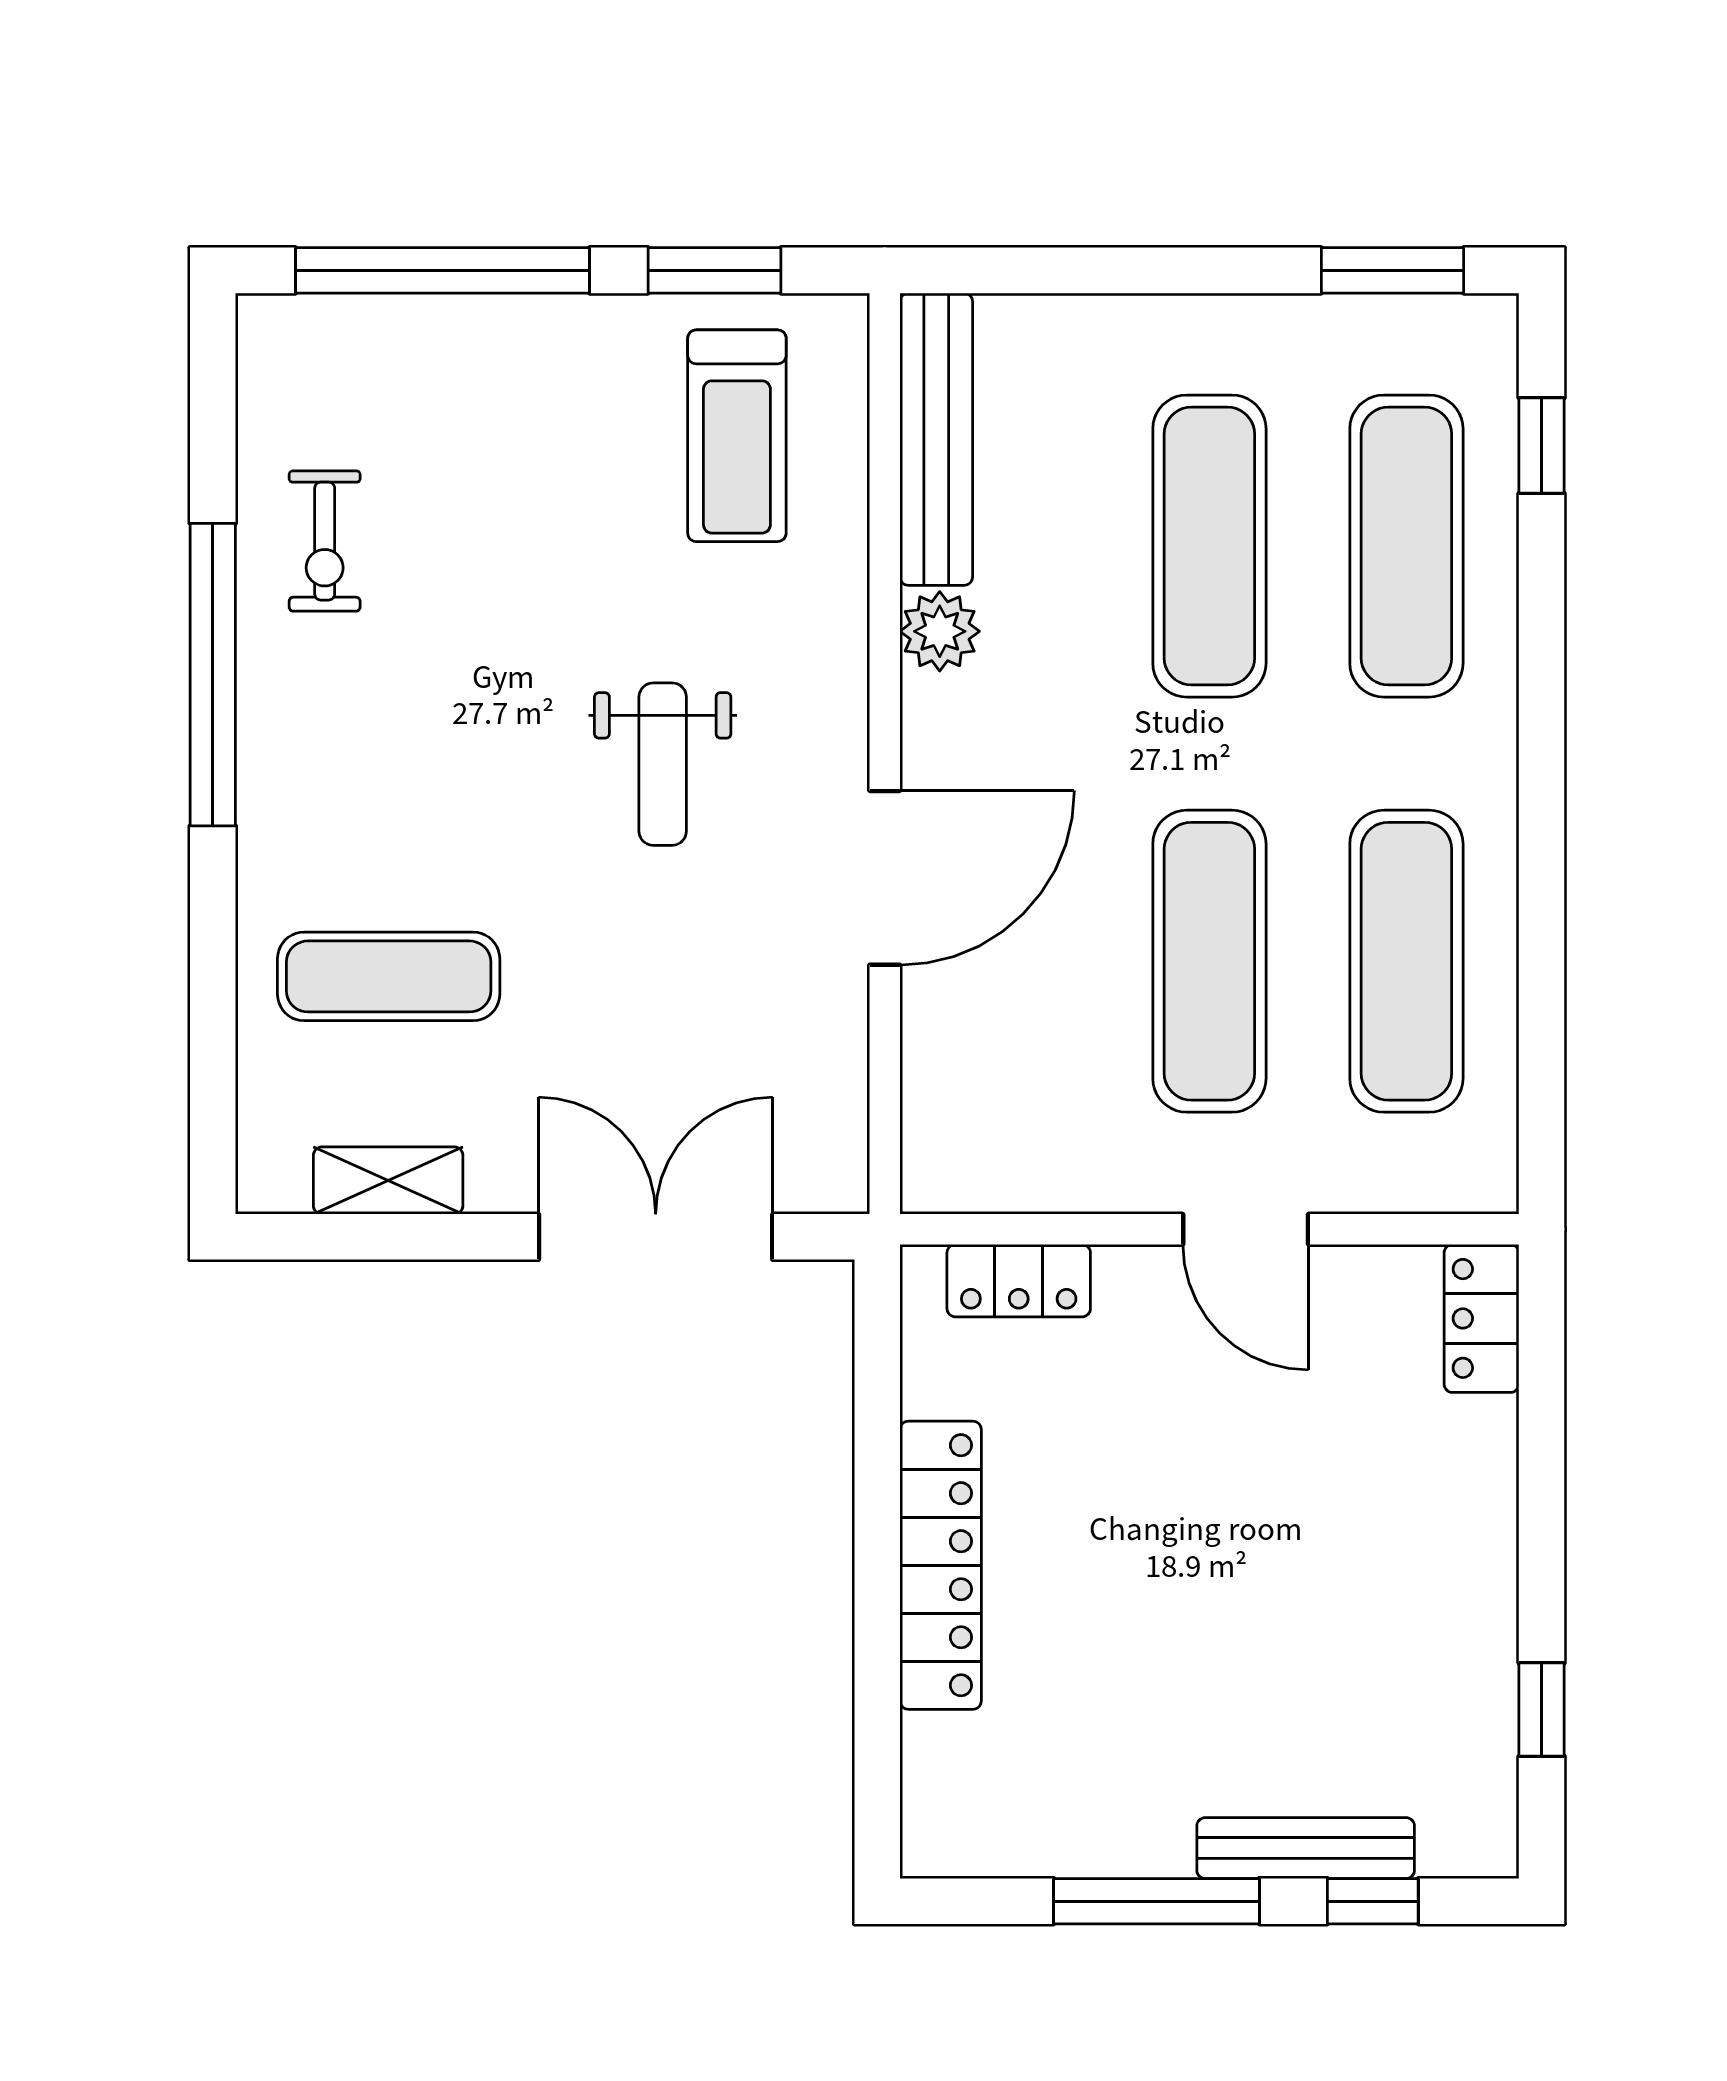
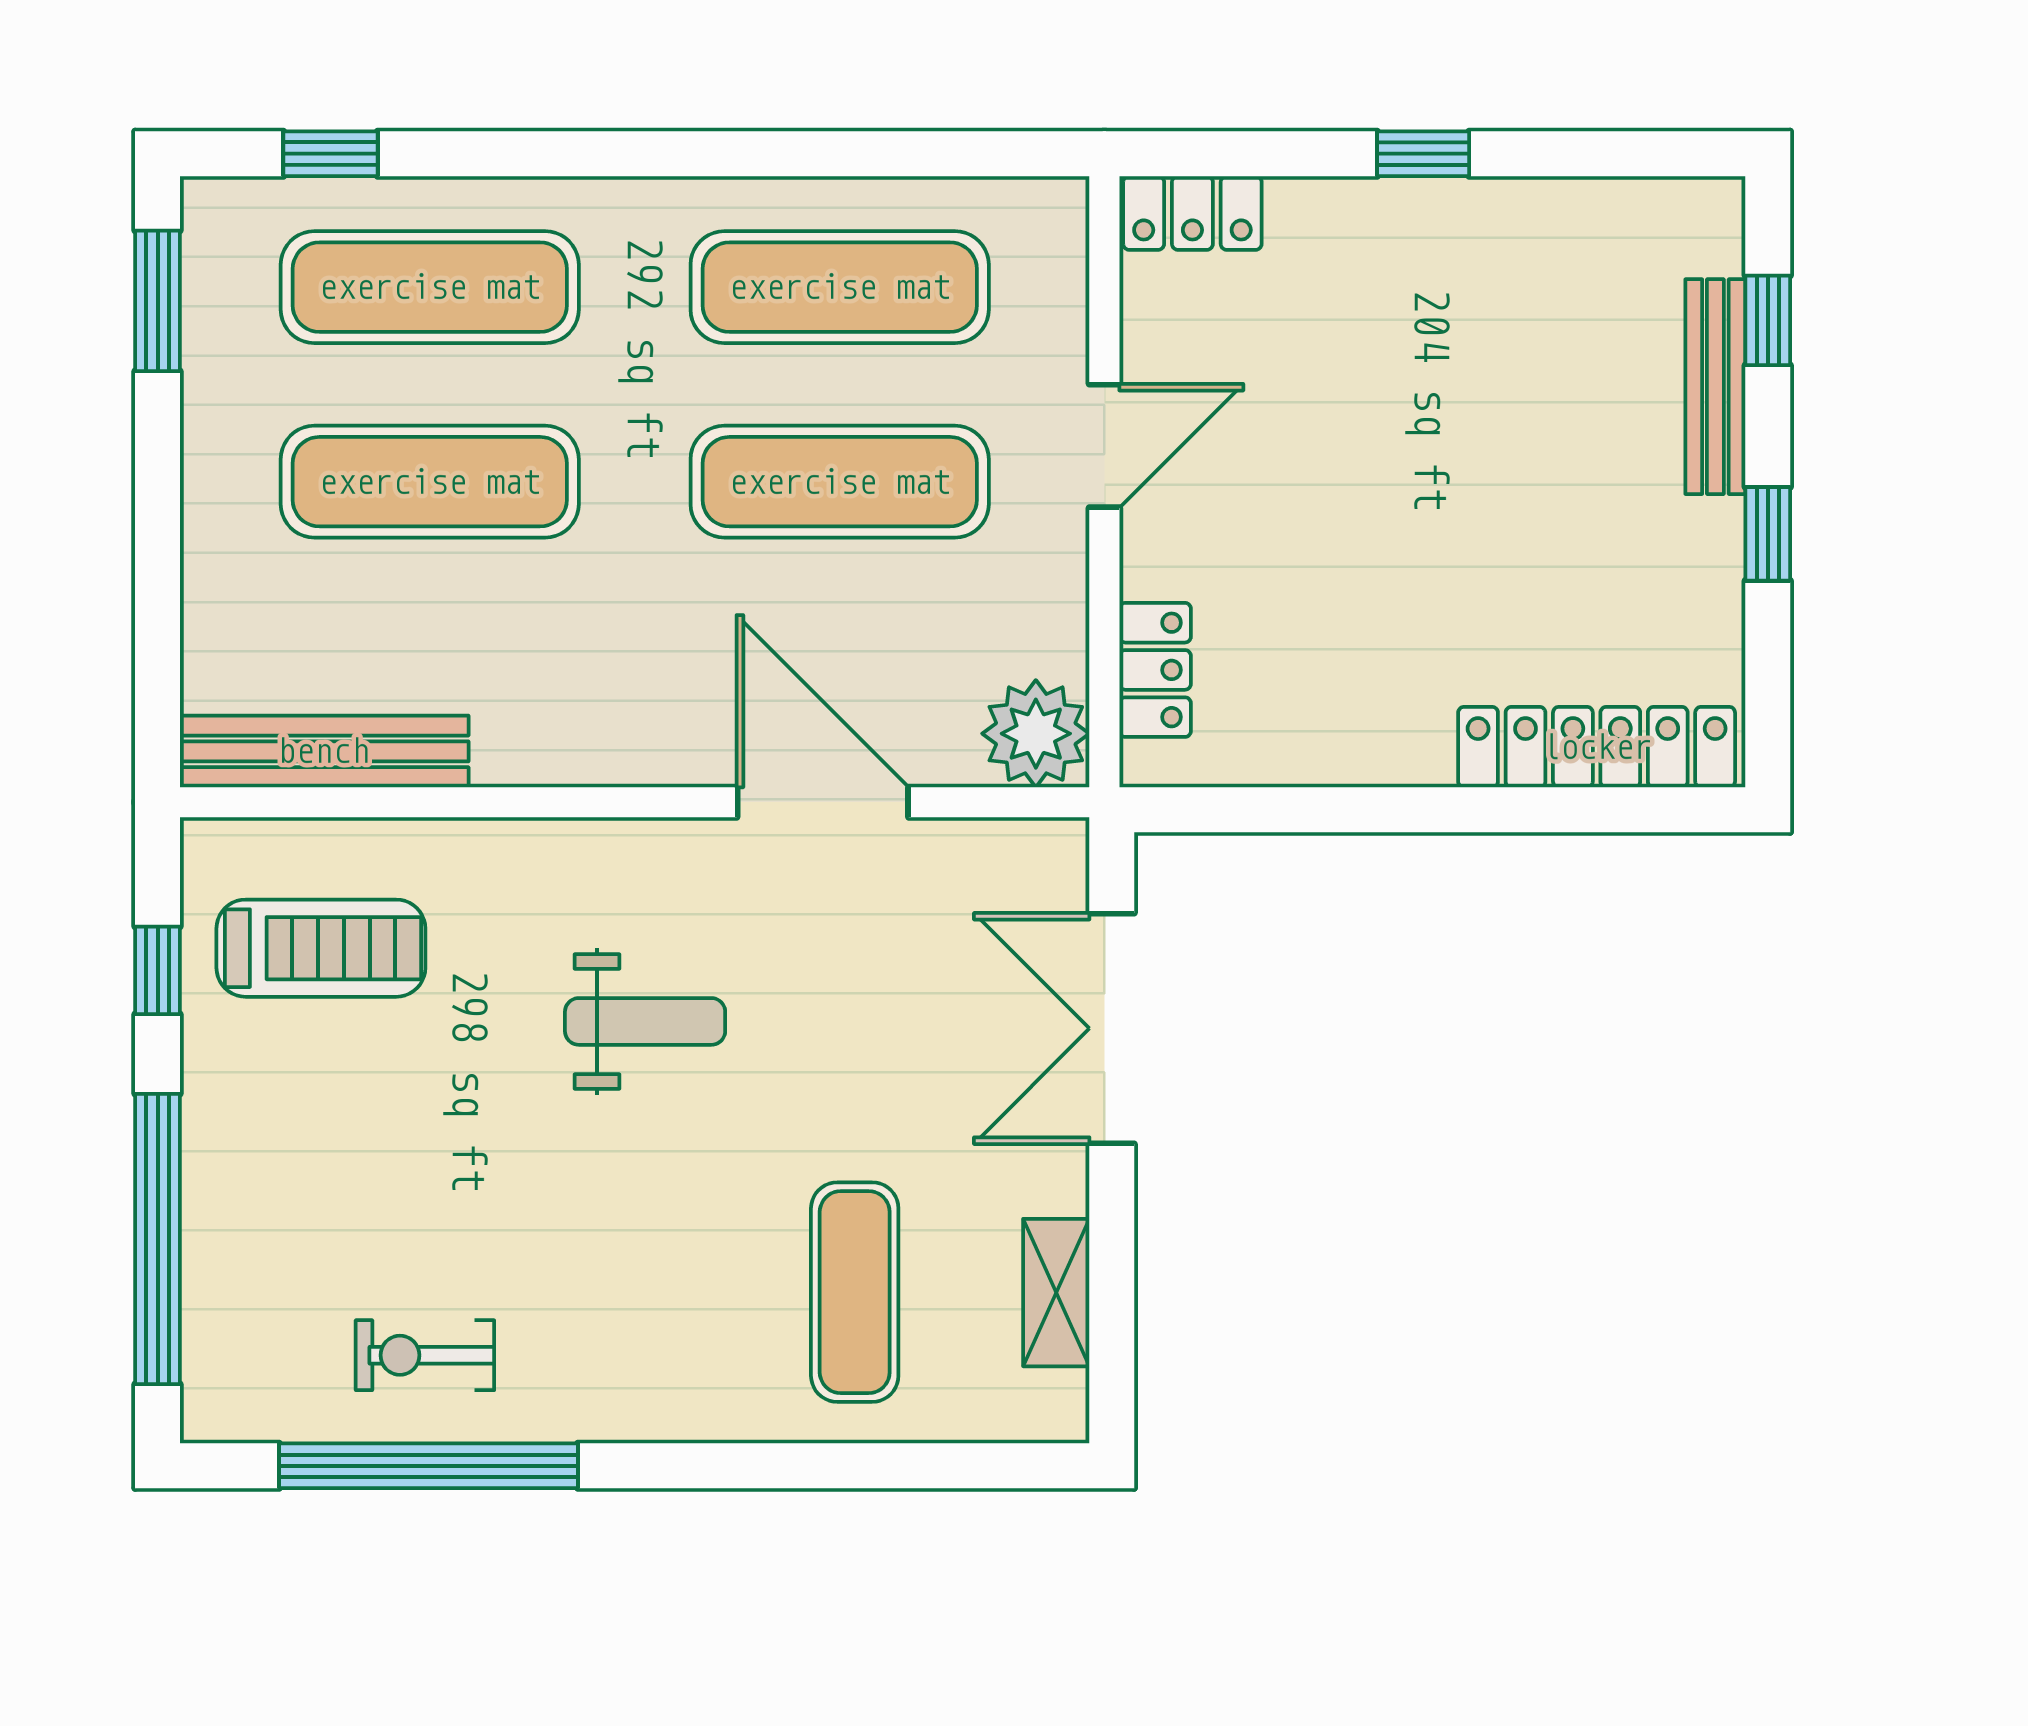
window: (714, 270) -> (158, 970), width x0.67
exercise bike: (325, 541) -> (425, 1355), turned 180
plant: (940, 631) -> (1036, 734), moved, width x1.36, depth x1.36
window: (213, 675) -> (429, 1466), moved
door: (885, 878) -> (823, 802), moved
locker: (941, 1565) -> (1597, 747), moved
window: (1542, 1710) -> (1423, 154), moved
window: (1156, 1901) -> (1768, 534), width x0.46

